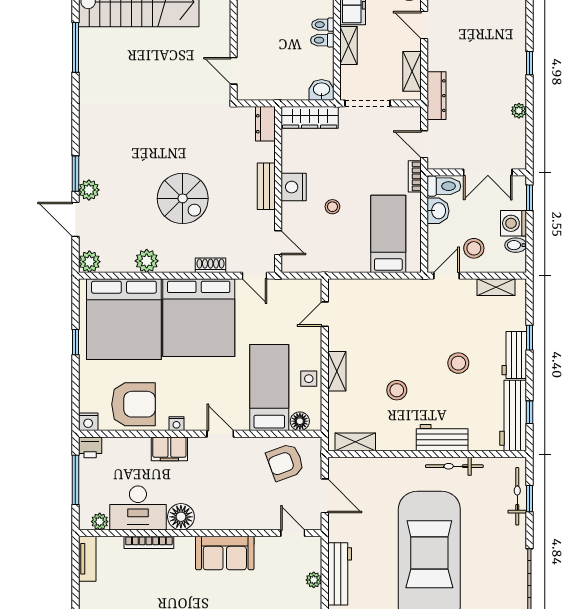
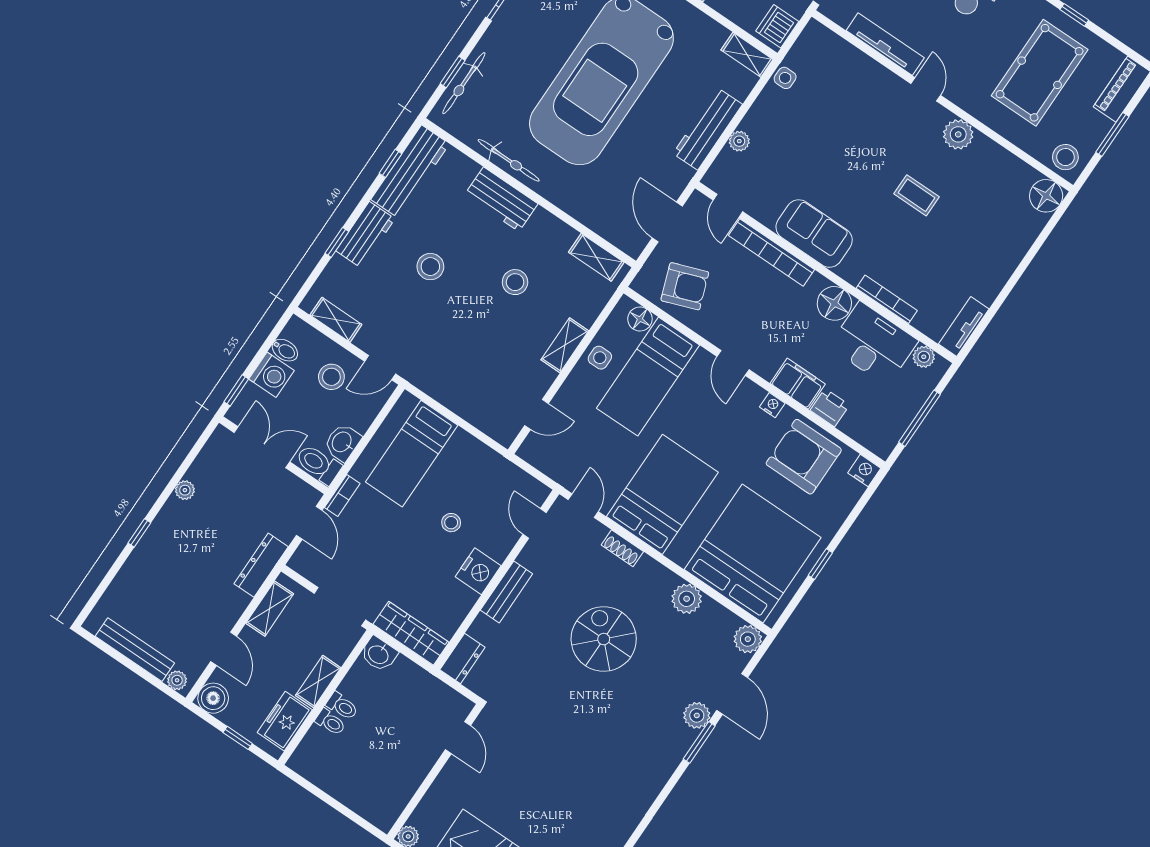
bed: (199, 318) -> (662, 494), width x0.73
printer: (90, 447) -> (830, 408), moved
bookcase: (244, 522) -> (771, 253), added

